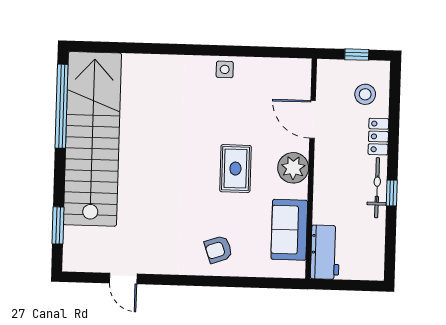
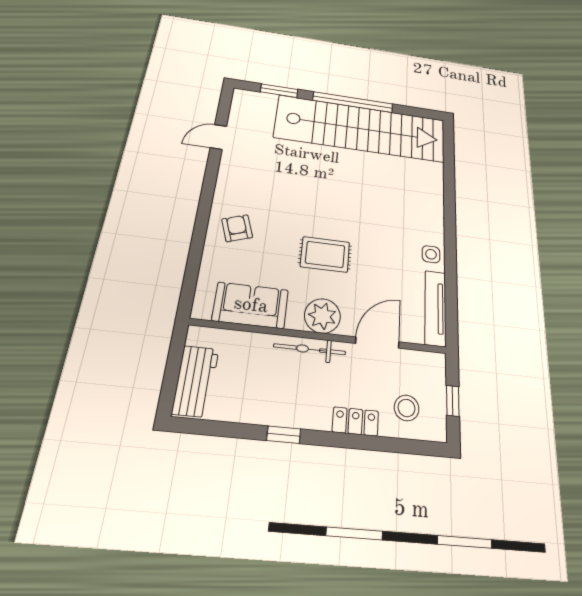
tv unit: (277, 67) -> (435, 308), added
window: (62, 106) -> (353, 102), moved
bicycle: (377, 188) -> (310, 349), moved, turned 180
workbench: (325, 252) -> (195, 381), moved, turned -90

